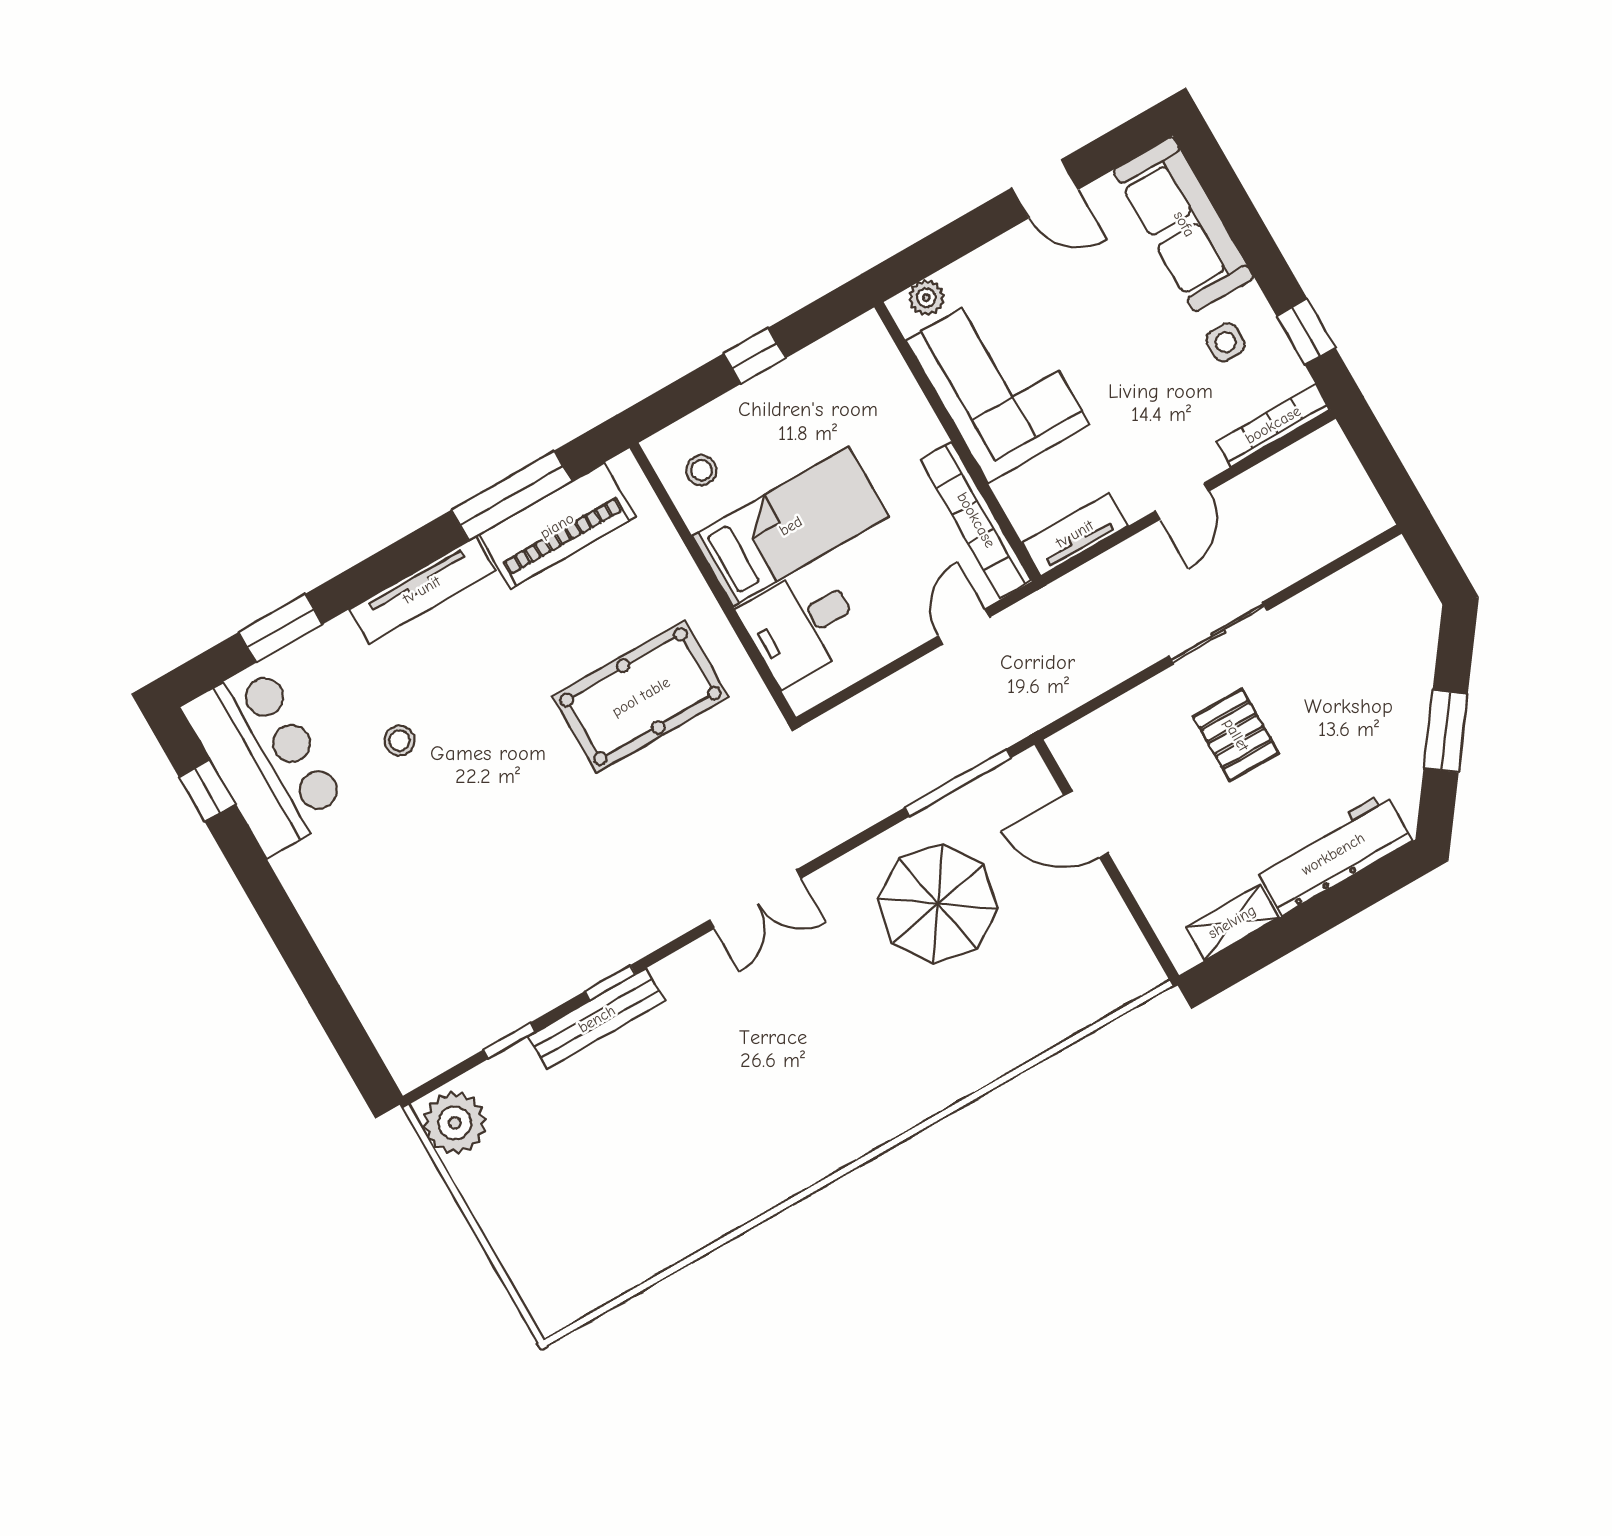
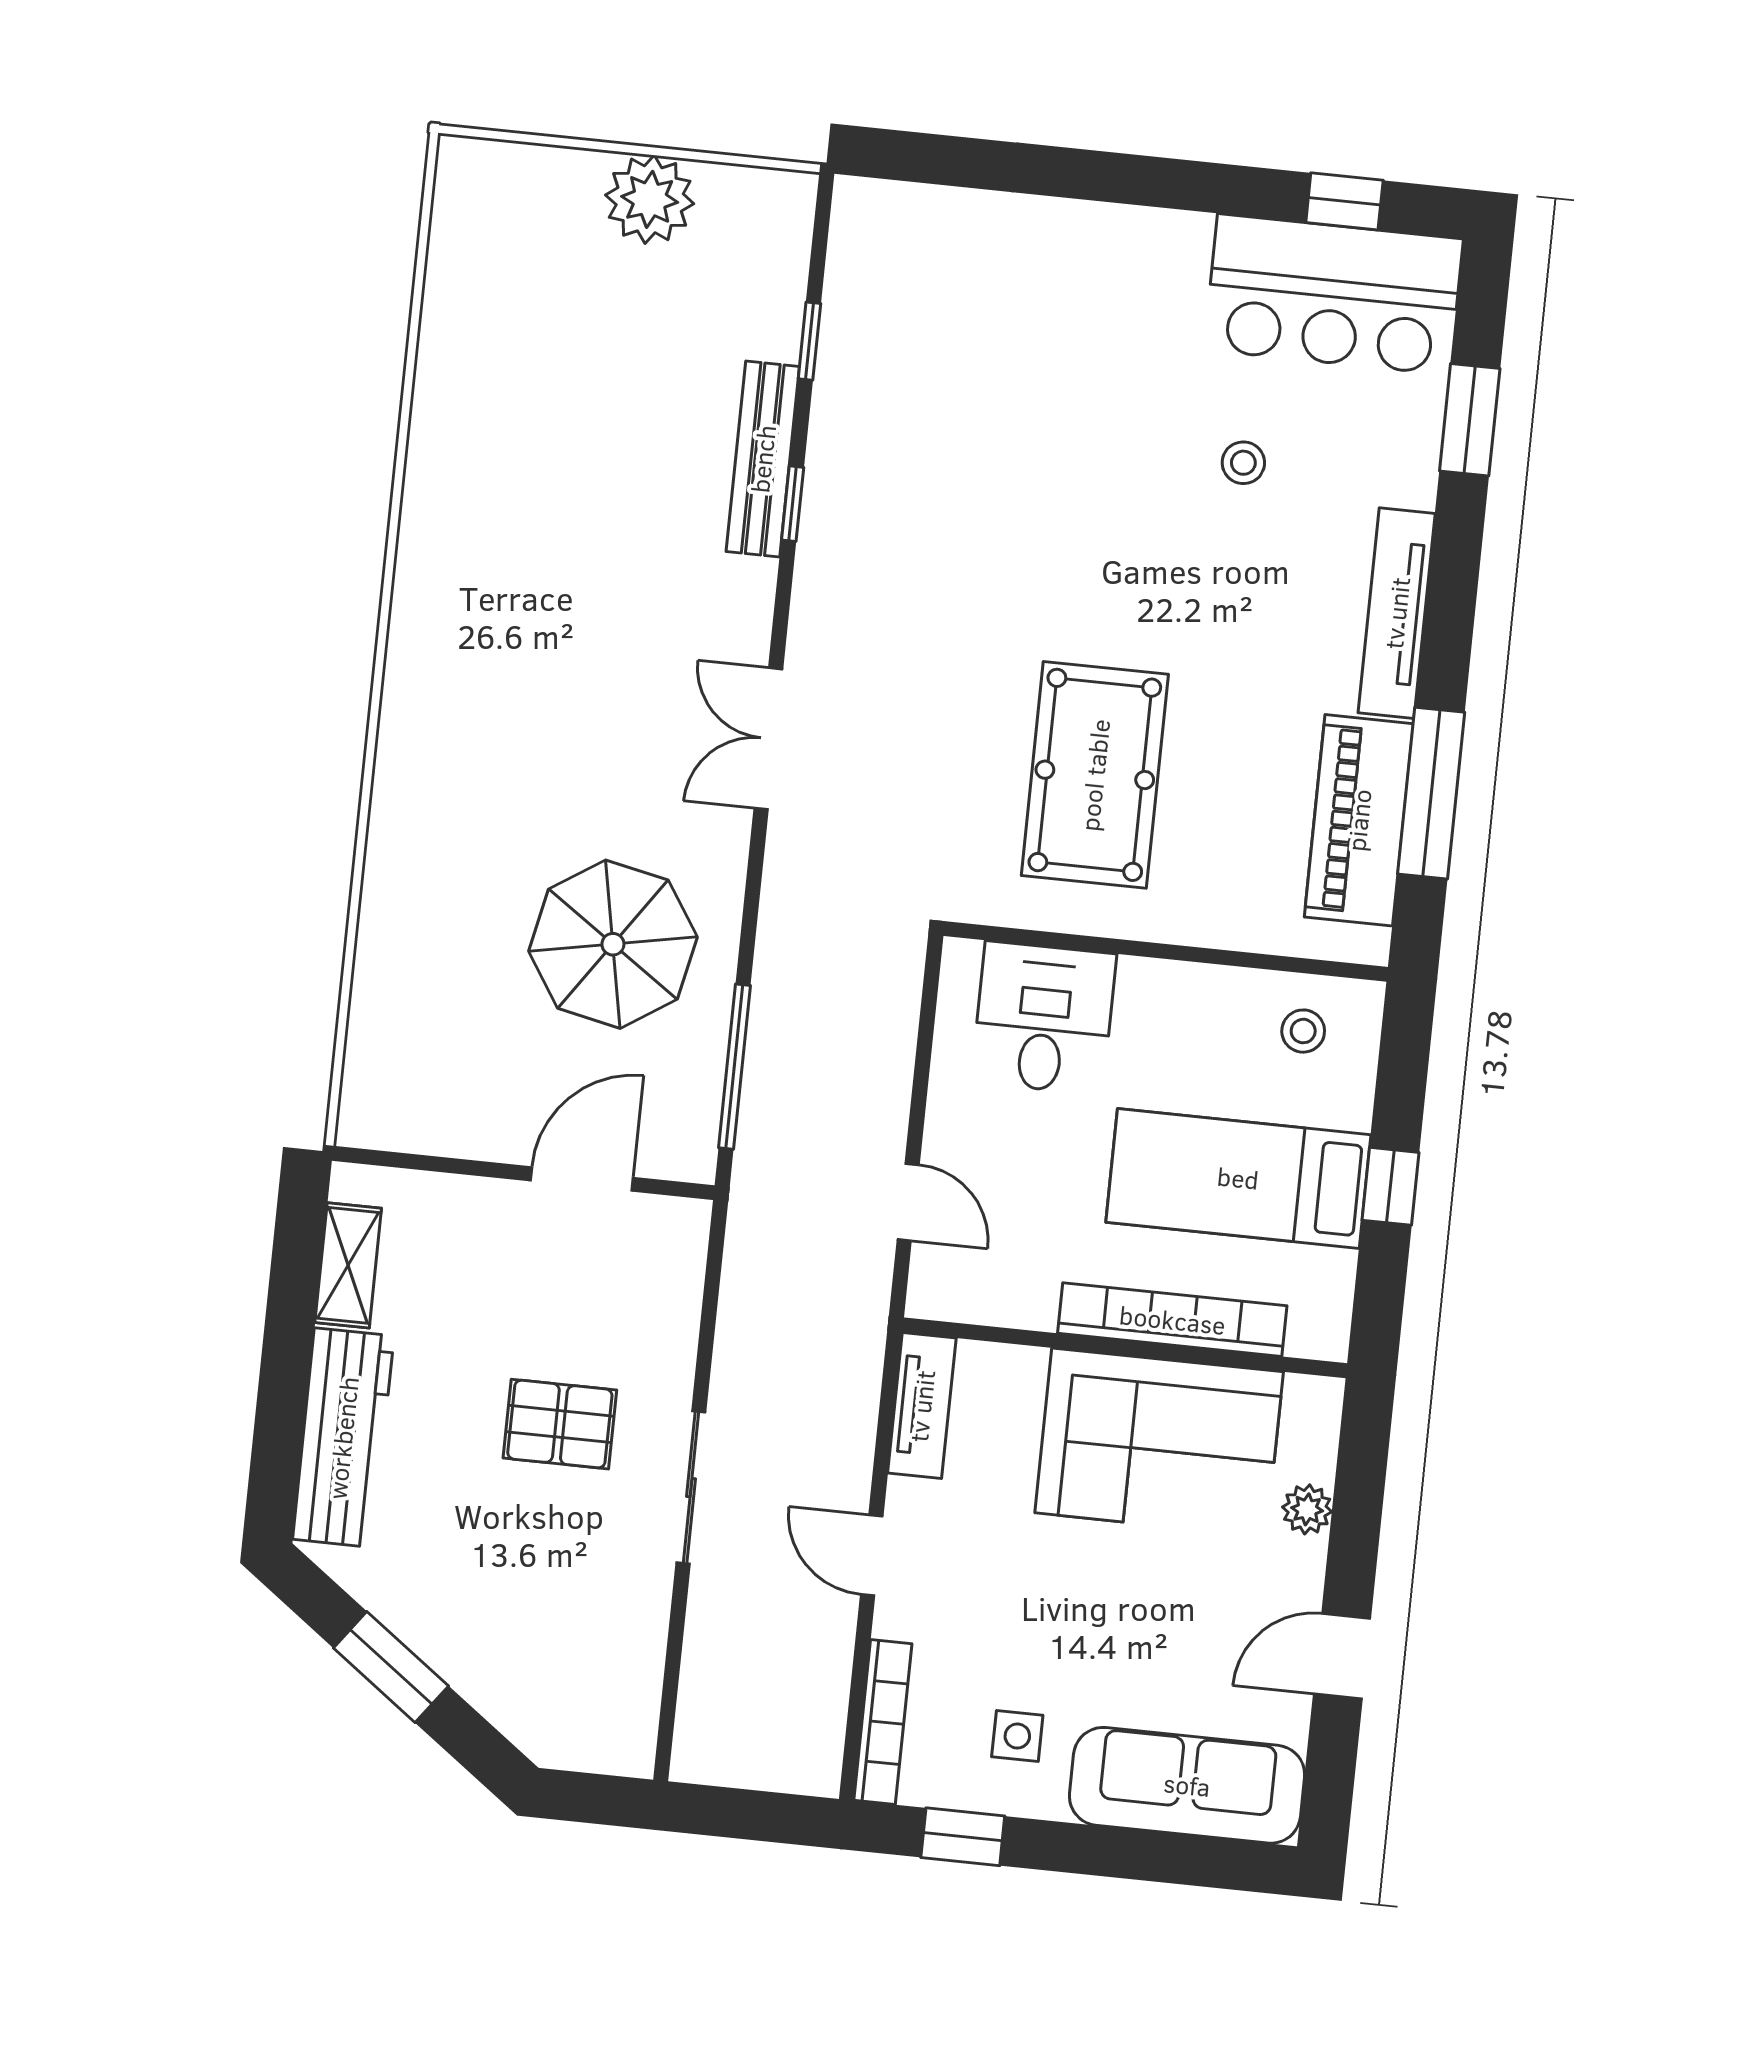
plant: (926, 298) -> (1307, 1509), moved
bookcase: (976, 520) -> (1172, 1320), moved
bed: (791, 526) -> (1238, 1178), moved, turned 90
plant: (455, 1123) -> (650, 199), moved

